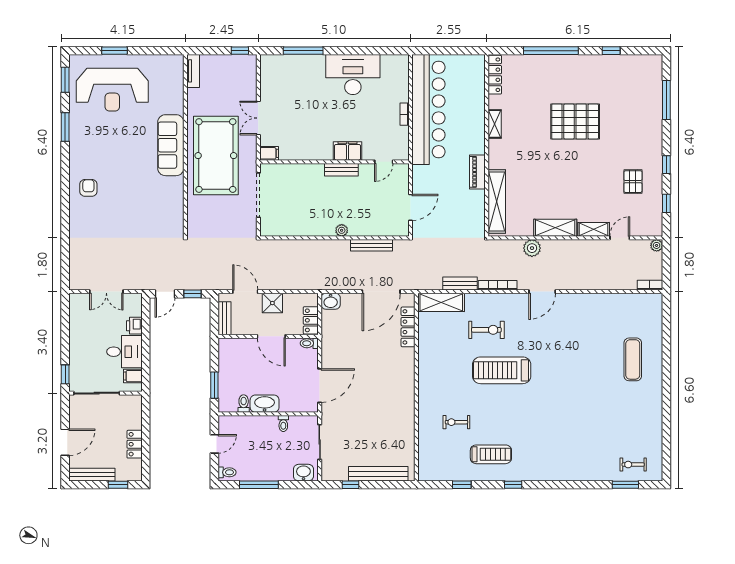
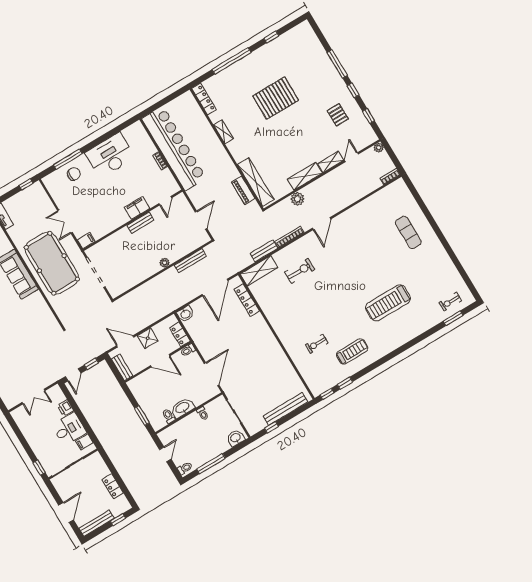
chair: (300, 71) -> (74, 174), added
window: (666, 100) -> (337, 64), moved
piano: (477, 172) -> (243, 190), moved
treadmill: (502, 370) -> (388, 303), moved
window: (513, 485) -> (327, 394), moved

